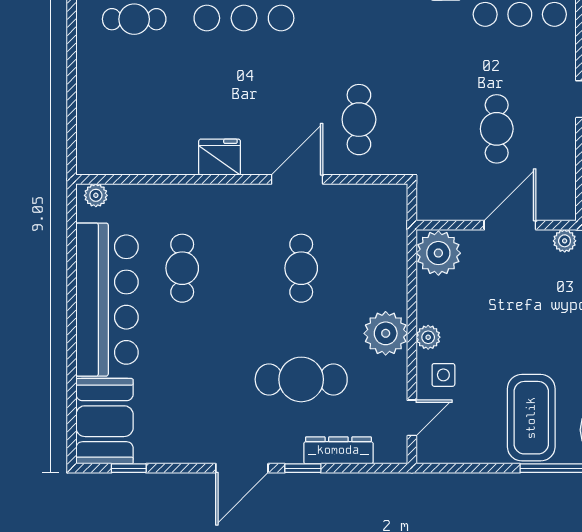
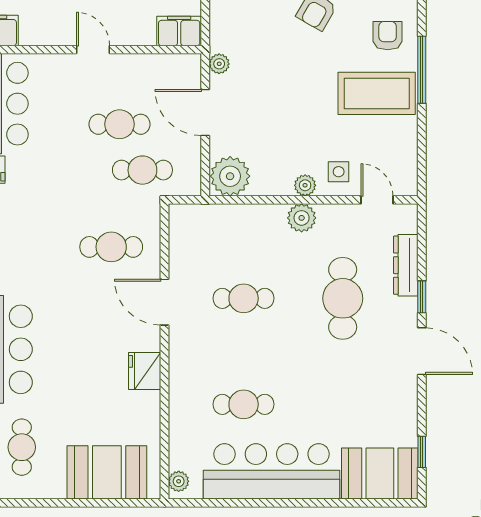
booth: (106, 115) -> (107, 472), added
cafe table: (445, 155) -> (142, 170), added
plant: (386, 333) -> (302, 218), width x0.73, depth x0.73

